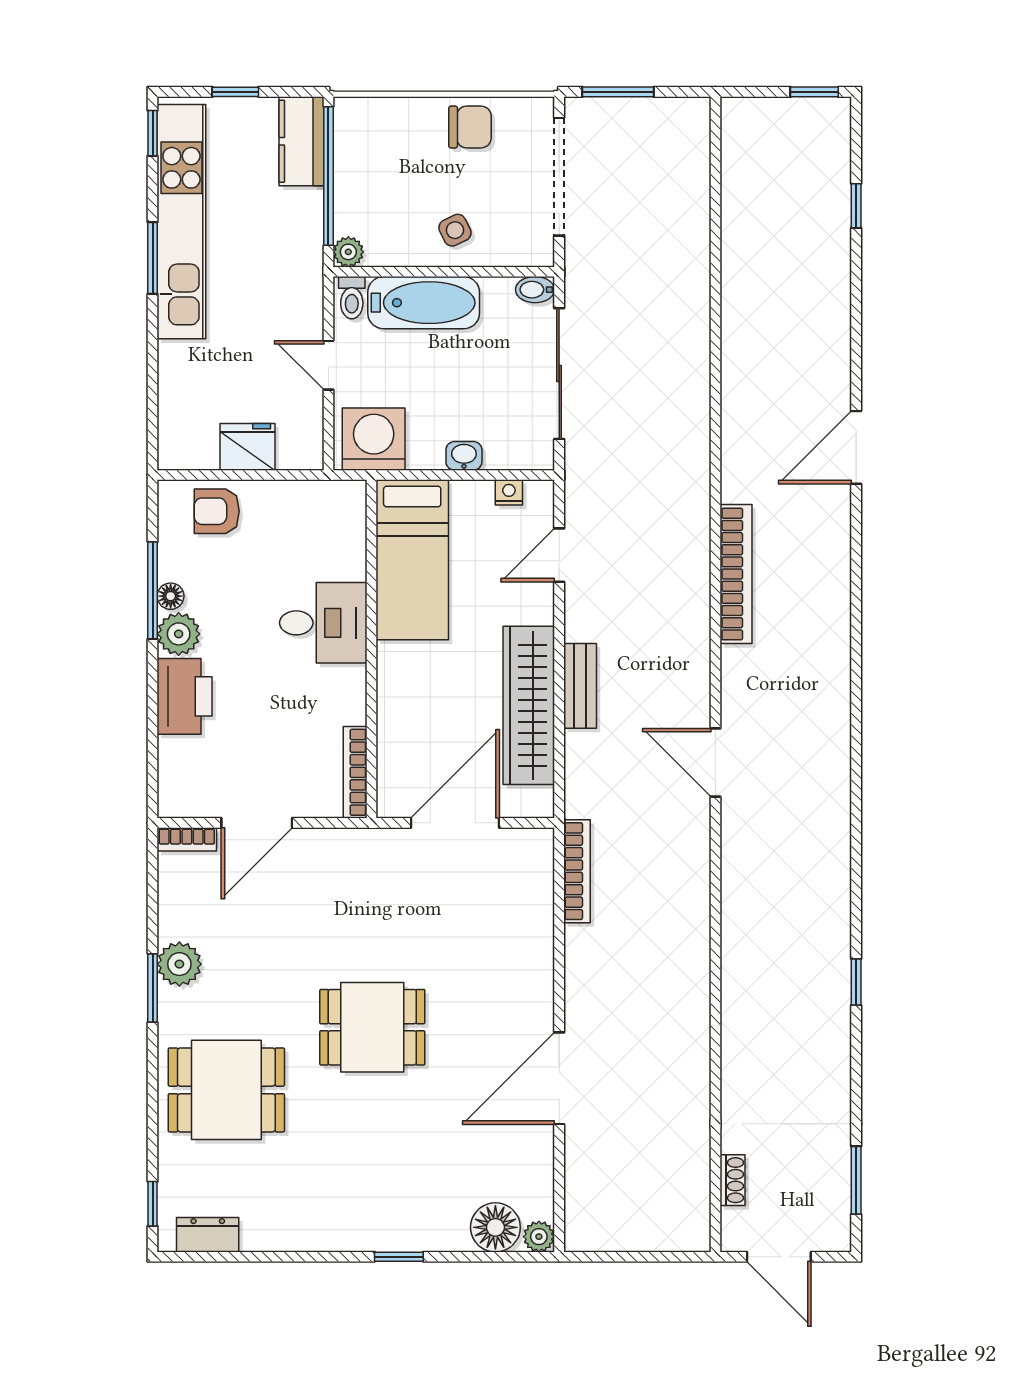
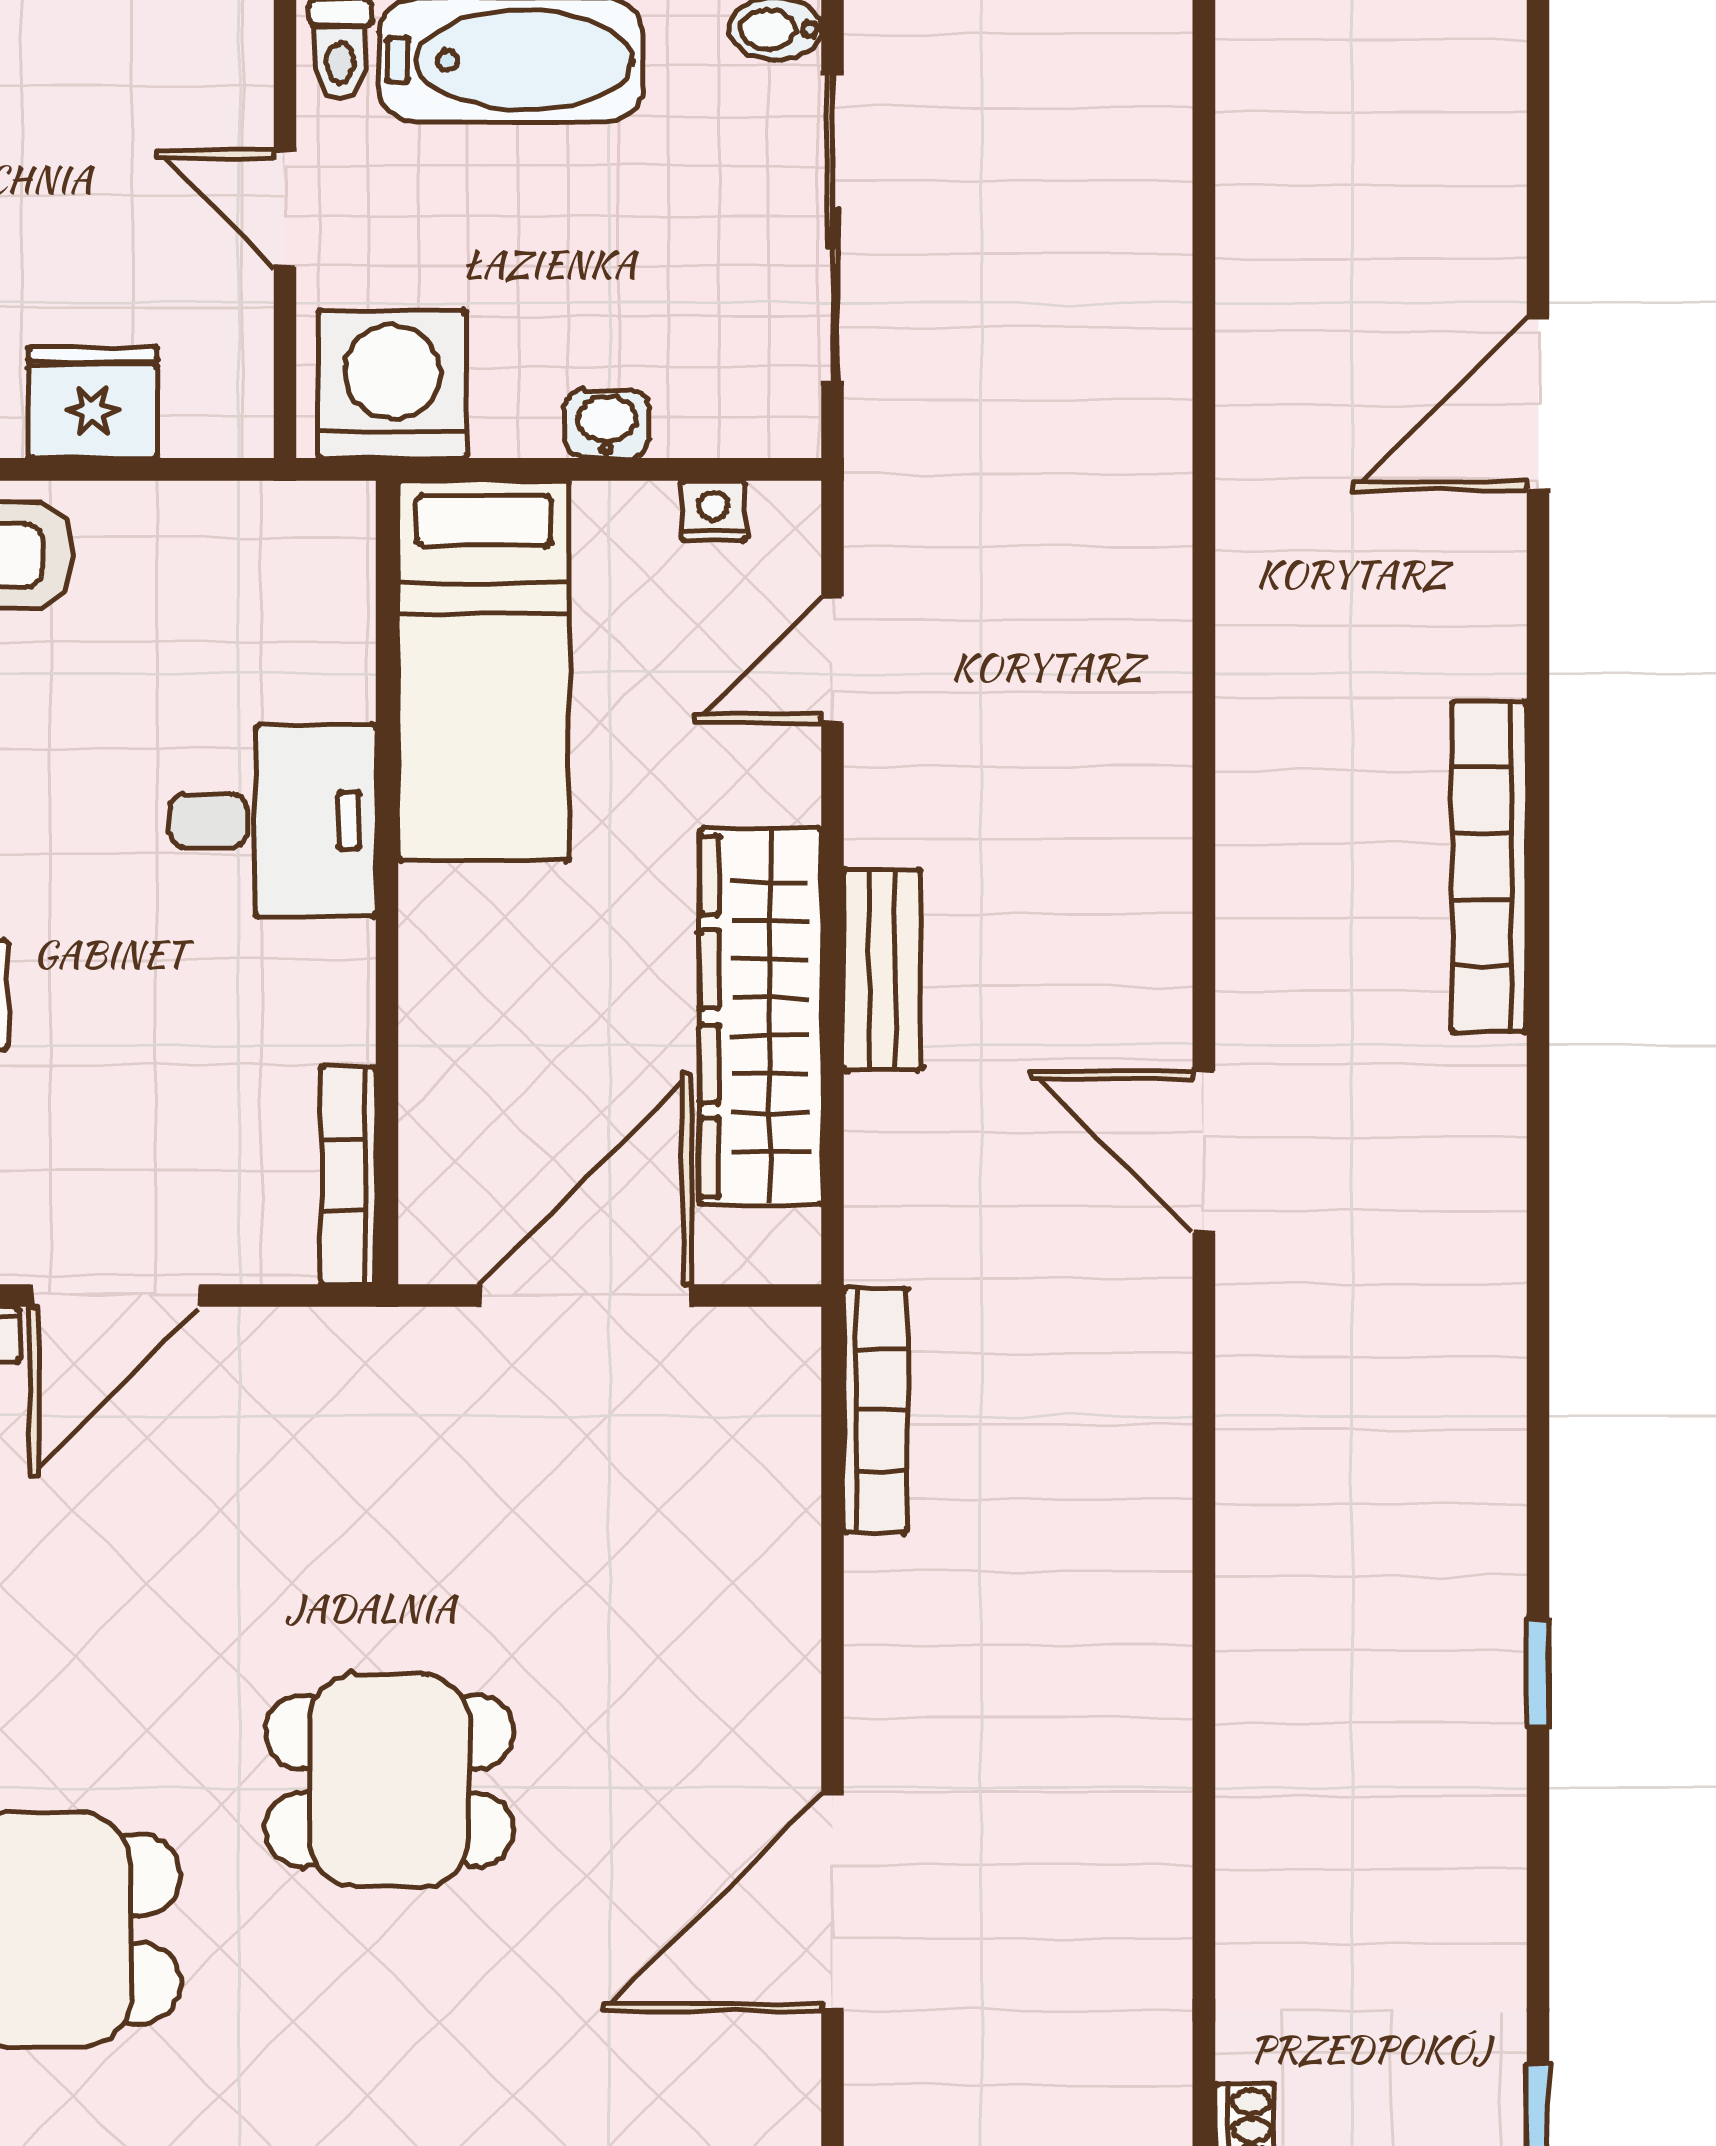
bookcase: (736, 574) -> (1489, 867), moved, turned 180

